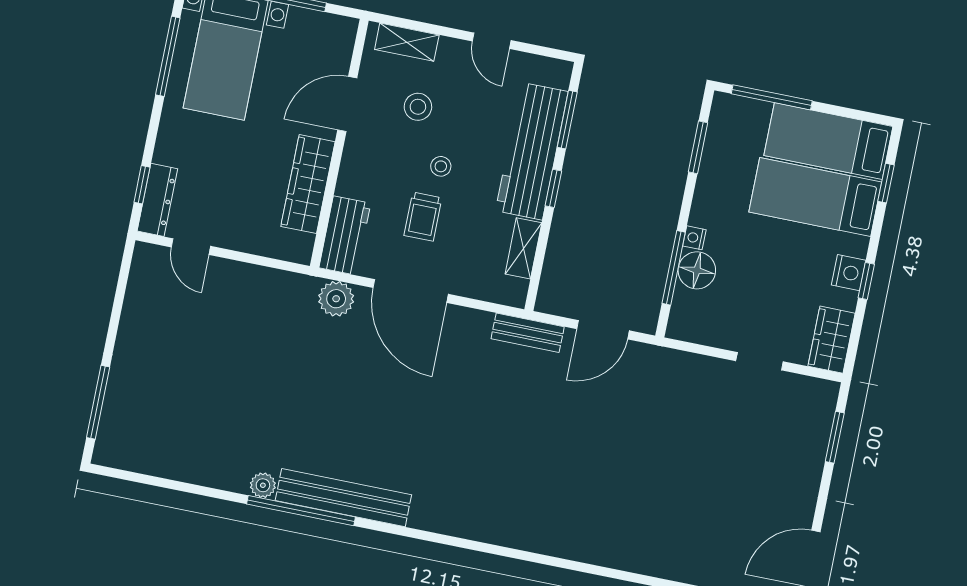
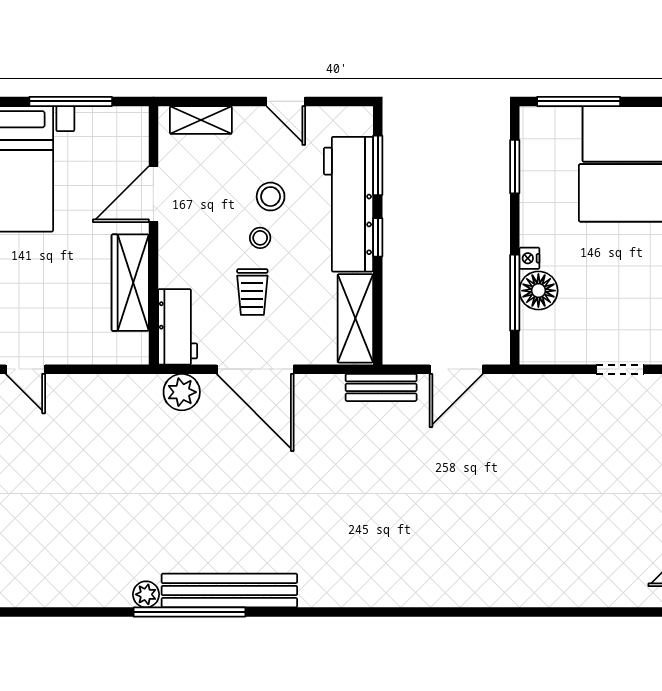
stool: (418, 107) -> (271, 197), moved
shelving: (523, 248) -> (355, 318), width x1.50, depth x1.33

